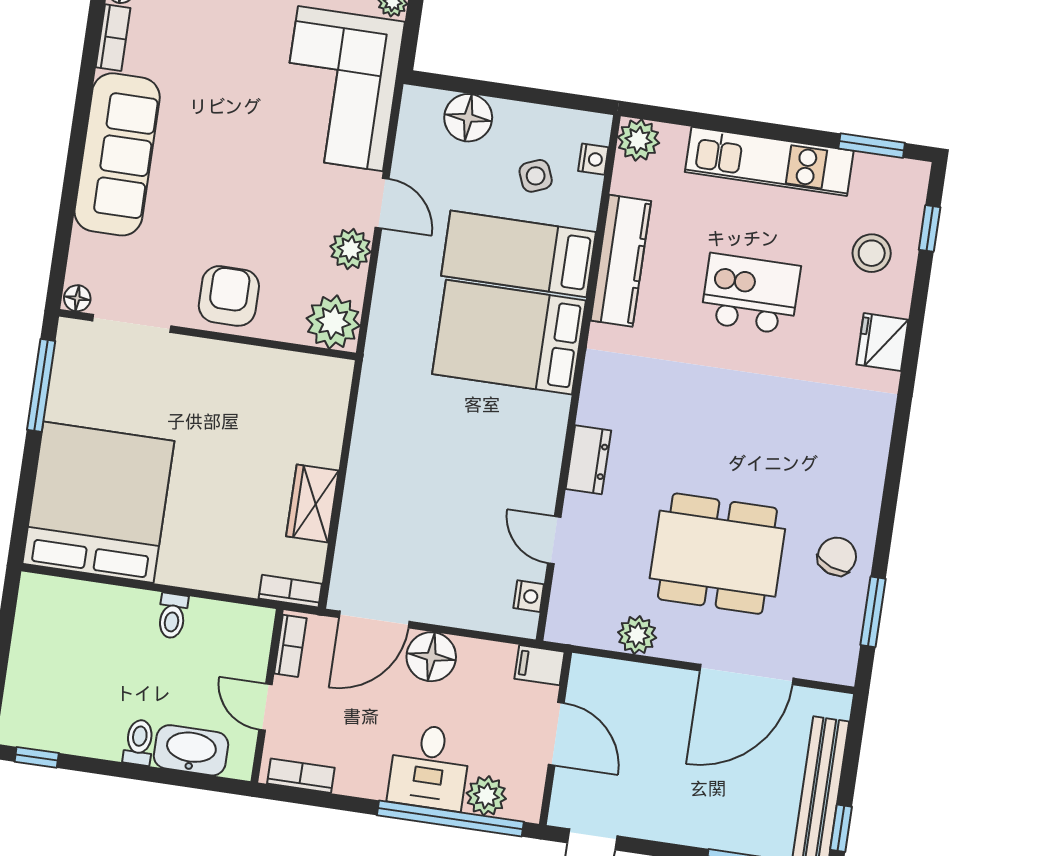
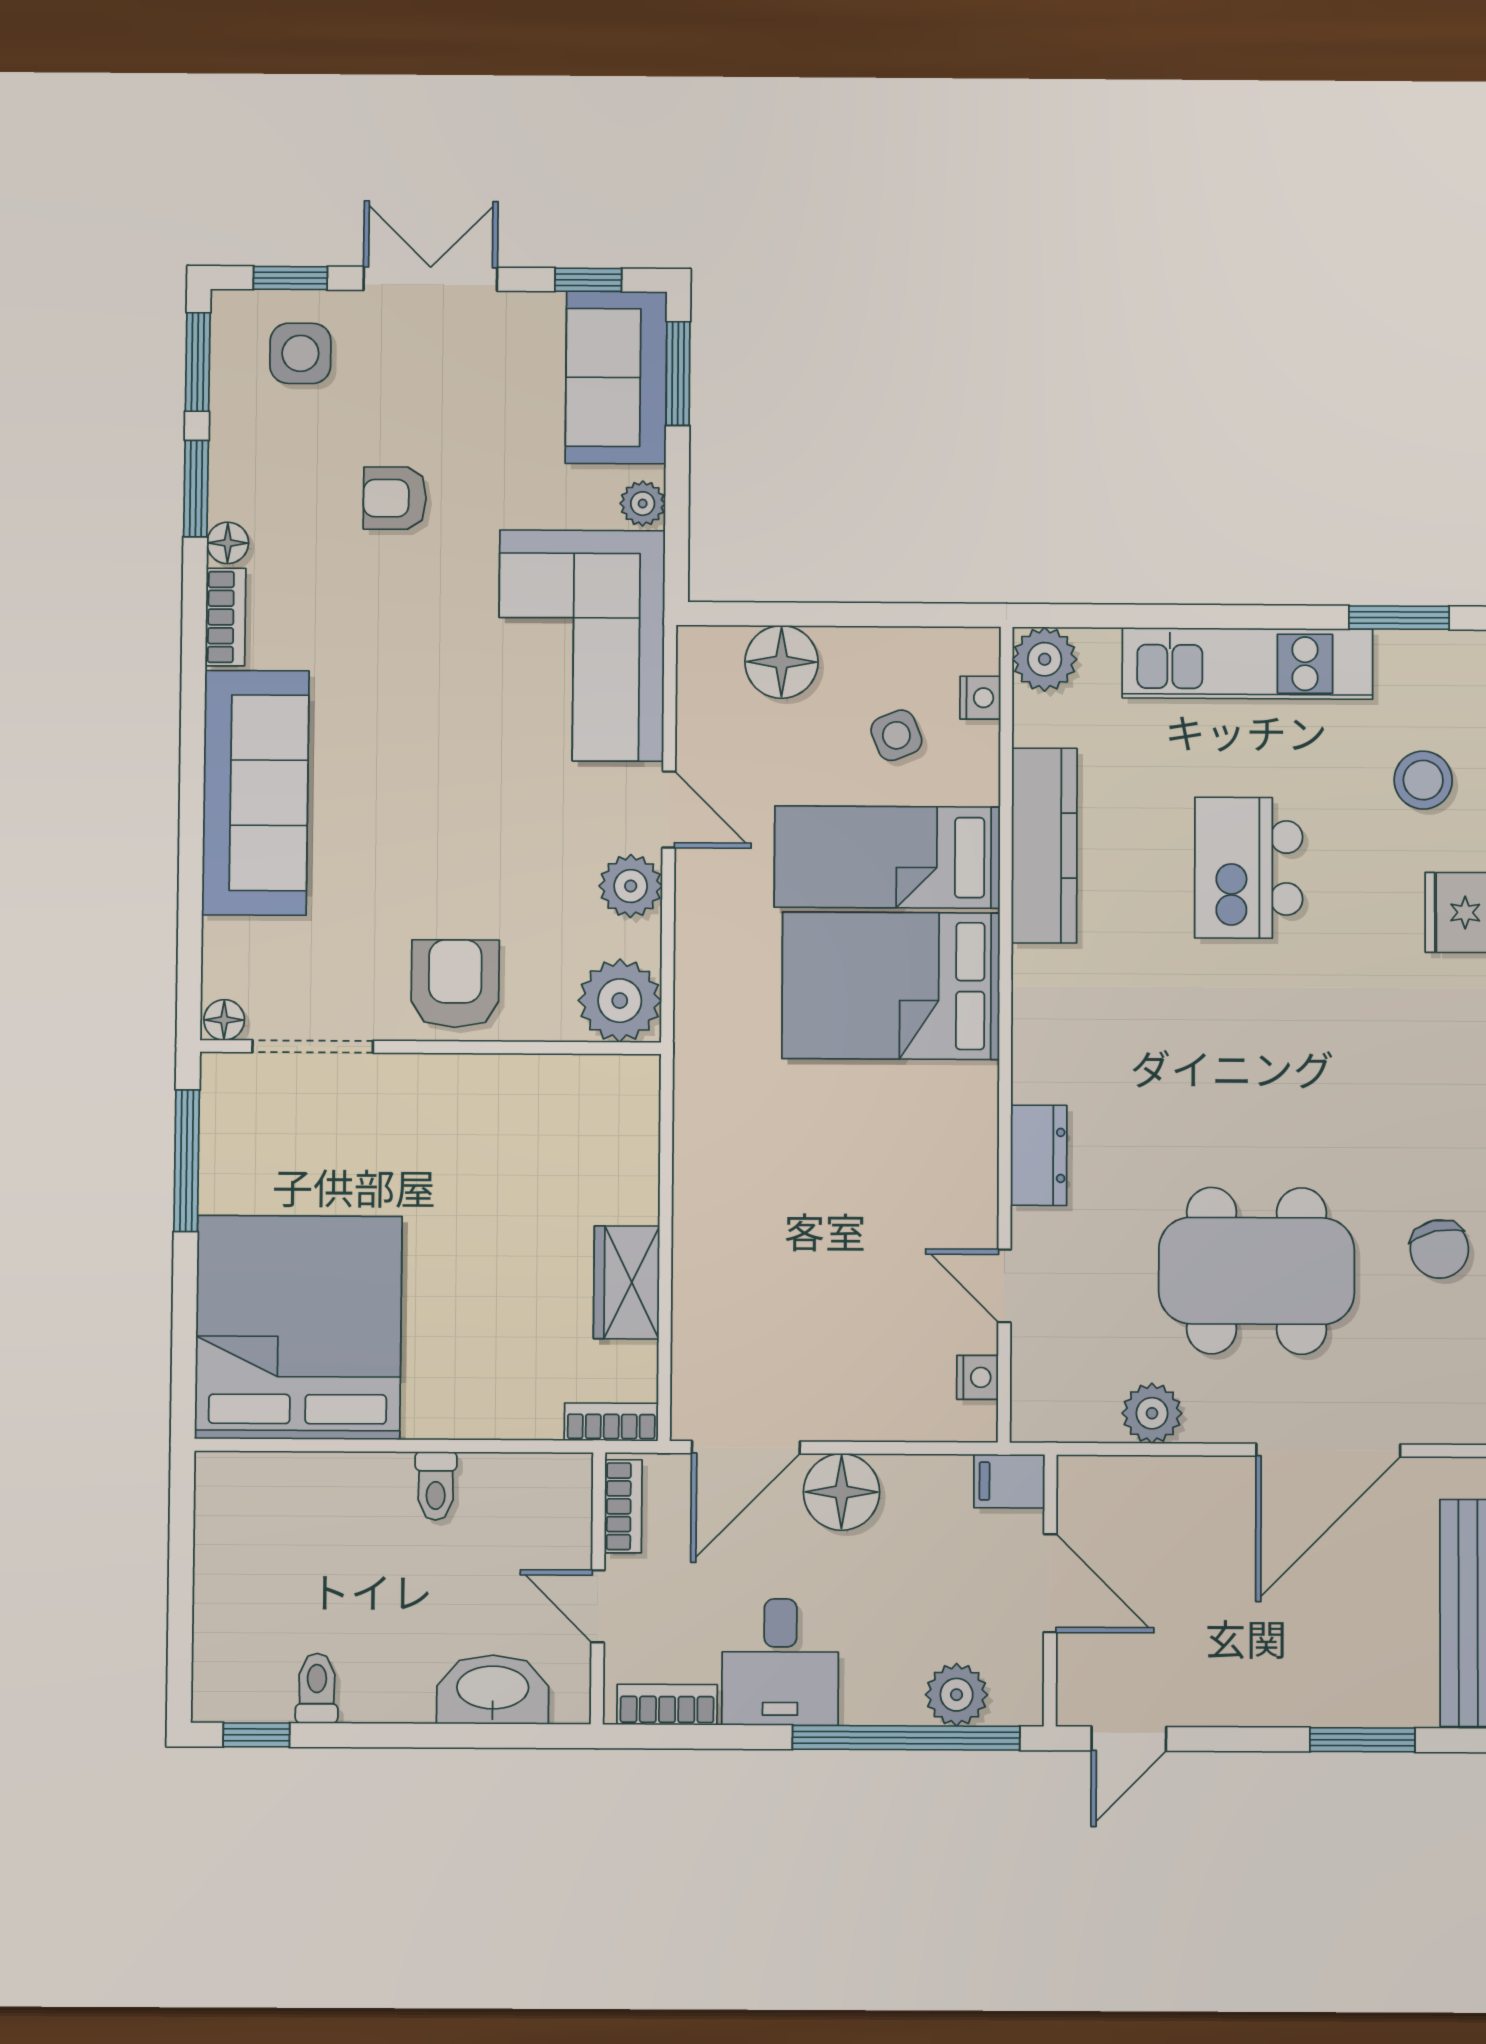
kitchen island: (751, 294) -> (1249, 868), turned -90
chair: (837, 556) -> (1439, 1249), turned 147
toilet: (139, 742) -> (317, 1688), moved
desk: (429, 767) -> (780, 1662), moved

